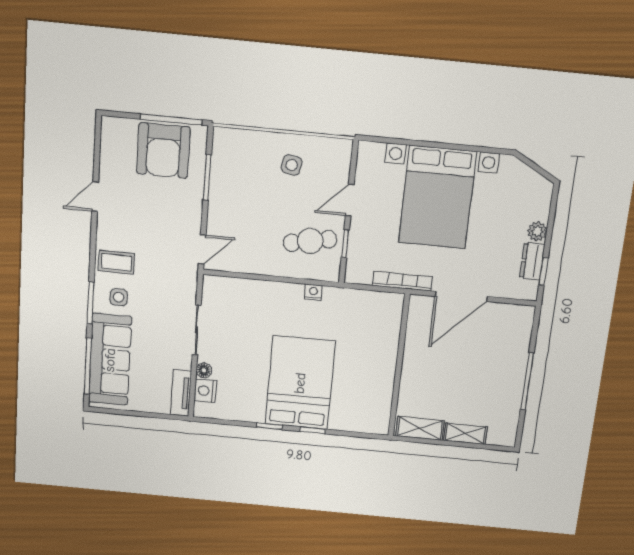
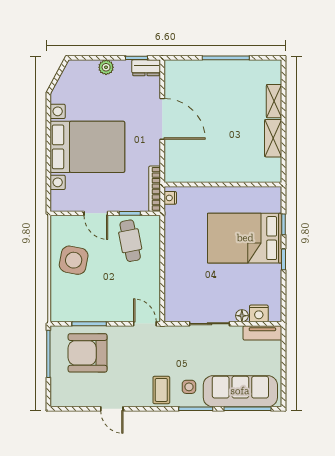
armchair: (163, 150) -> (88, 353), moved, turned 180
side table: (292, 165) -> (74, 260), width x1.87, depth x1.87
dresser: (532, 261) -> (146, 68), moved
bookcase: (402, 281) -> (155, 189), moved
nightstand: (313, 292) -> (170, 198), moved
wall: (399, 366) -> (223, 185), moved

